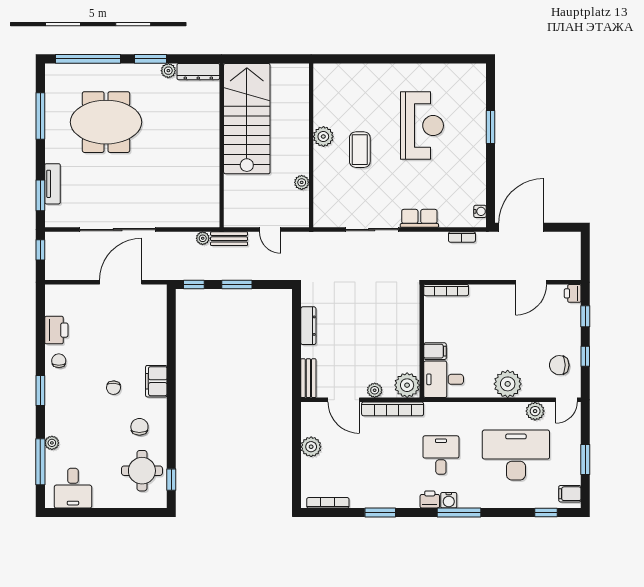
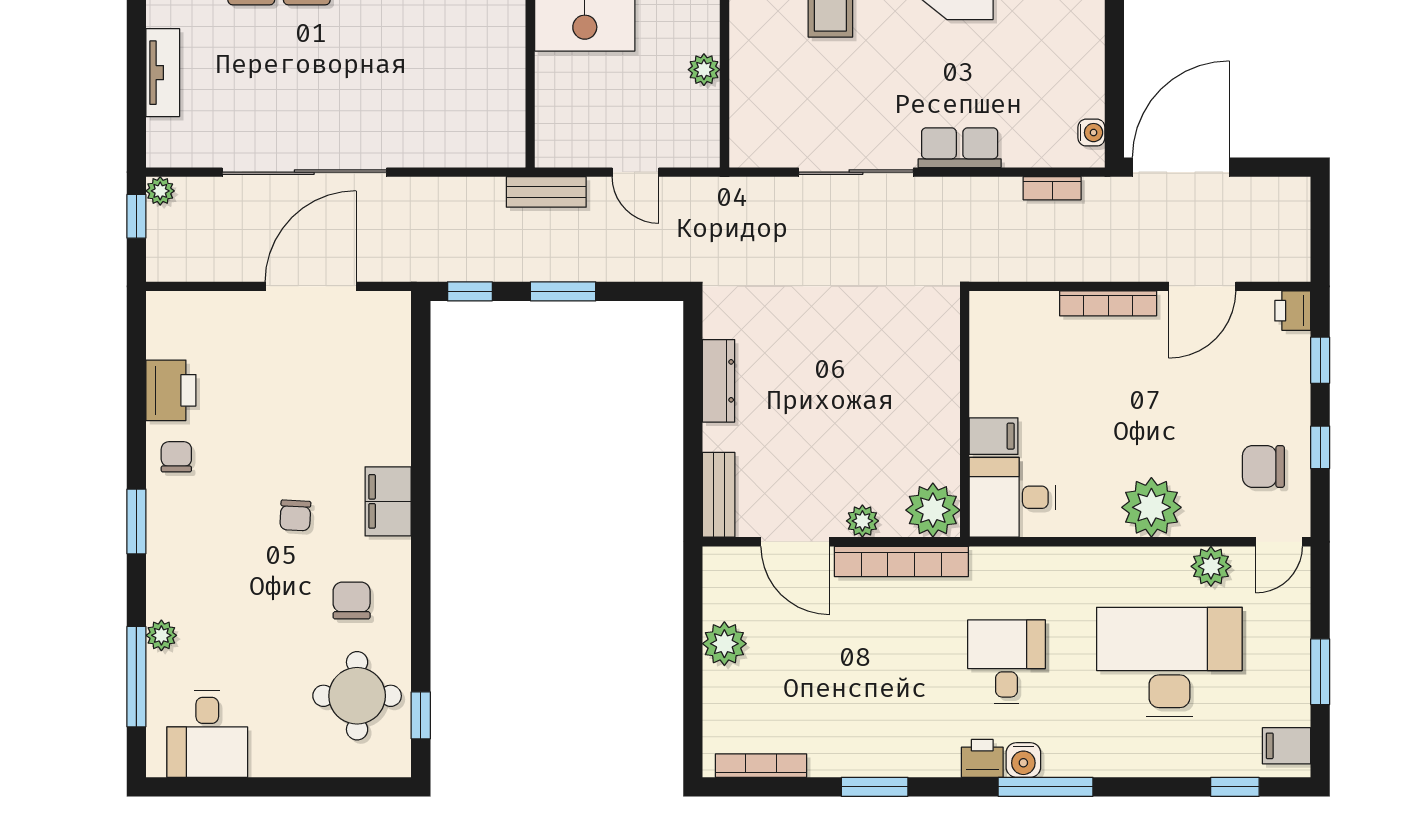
window: (40, 195) -> (136, 98), removed
plant: (203, 238) -> (160, 191), moved
bookcase: (446, 290) -> (1108, 303), moved

